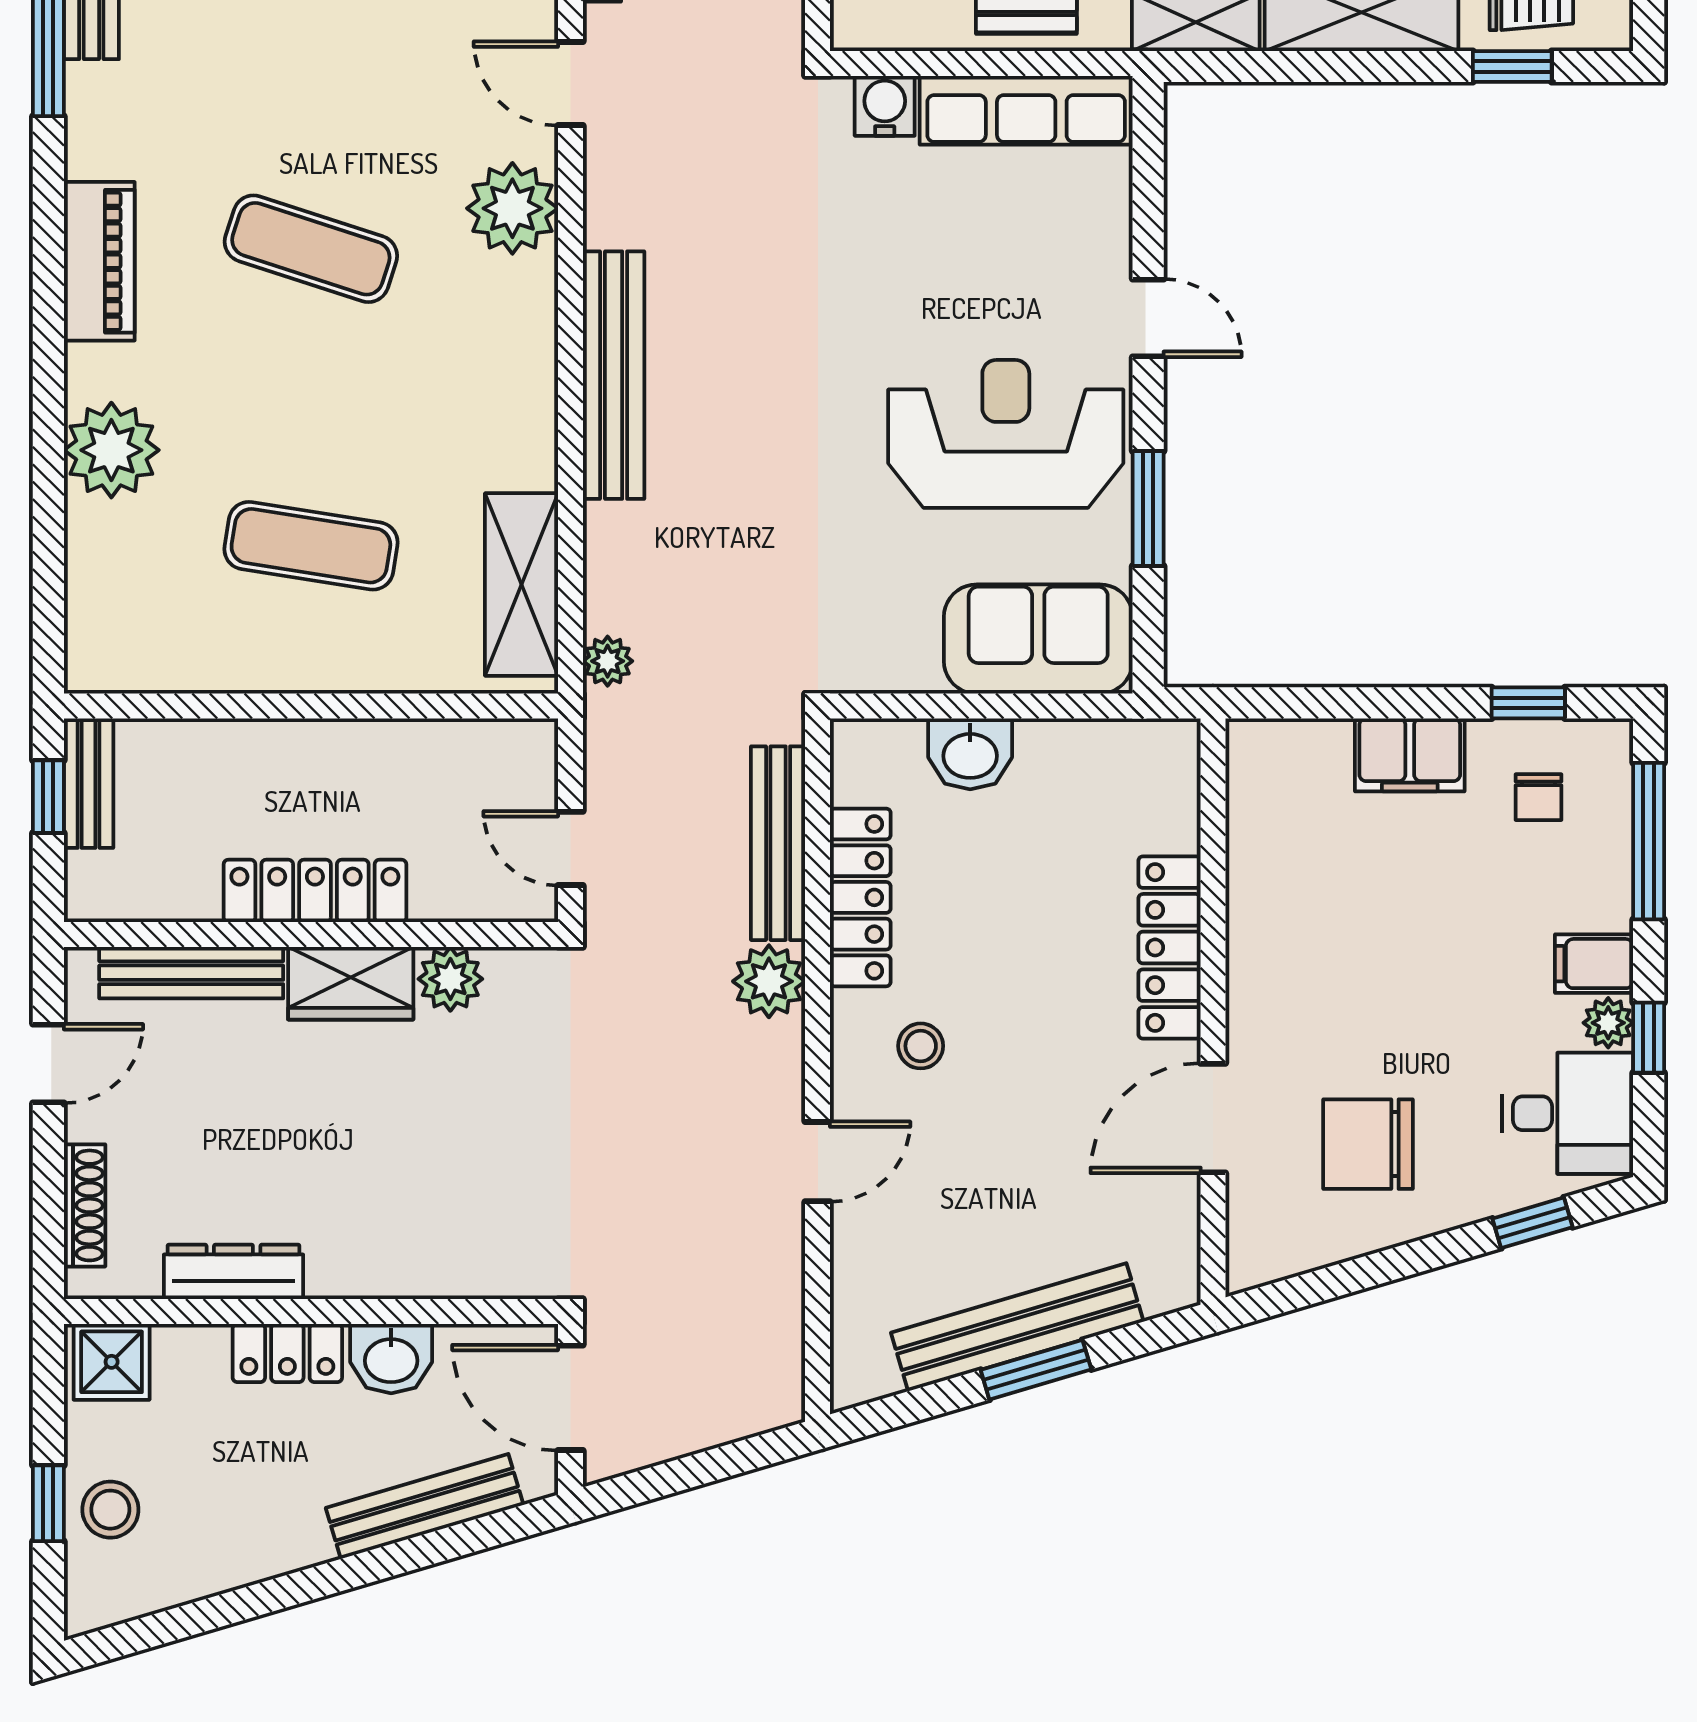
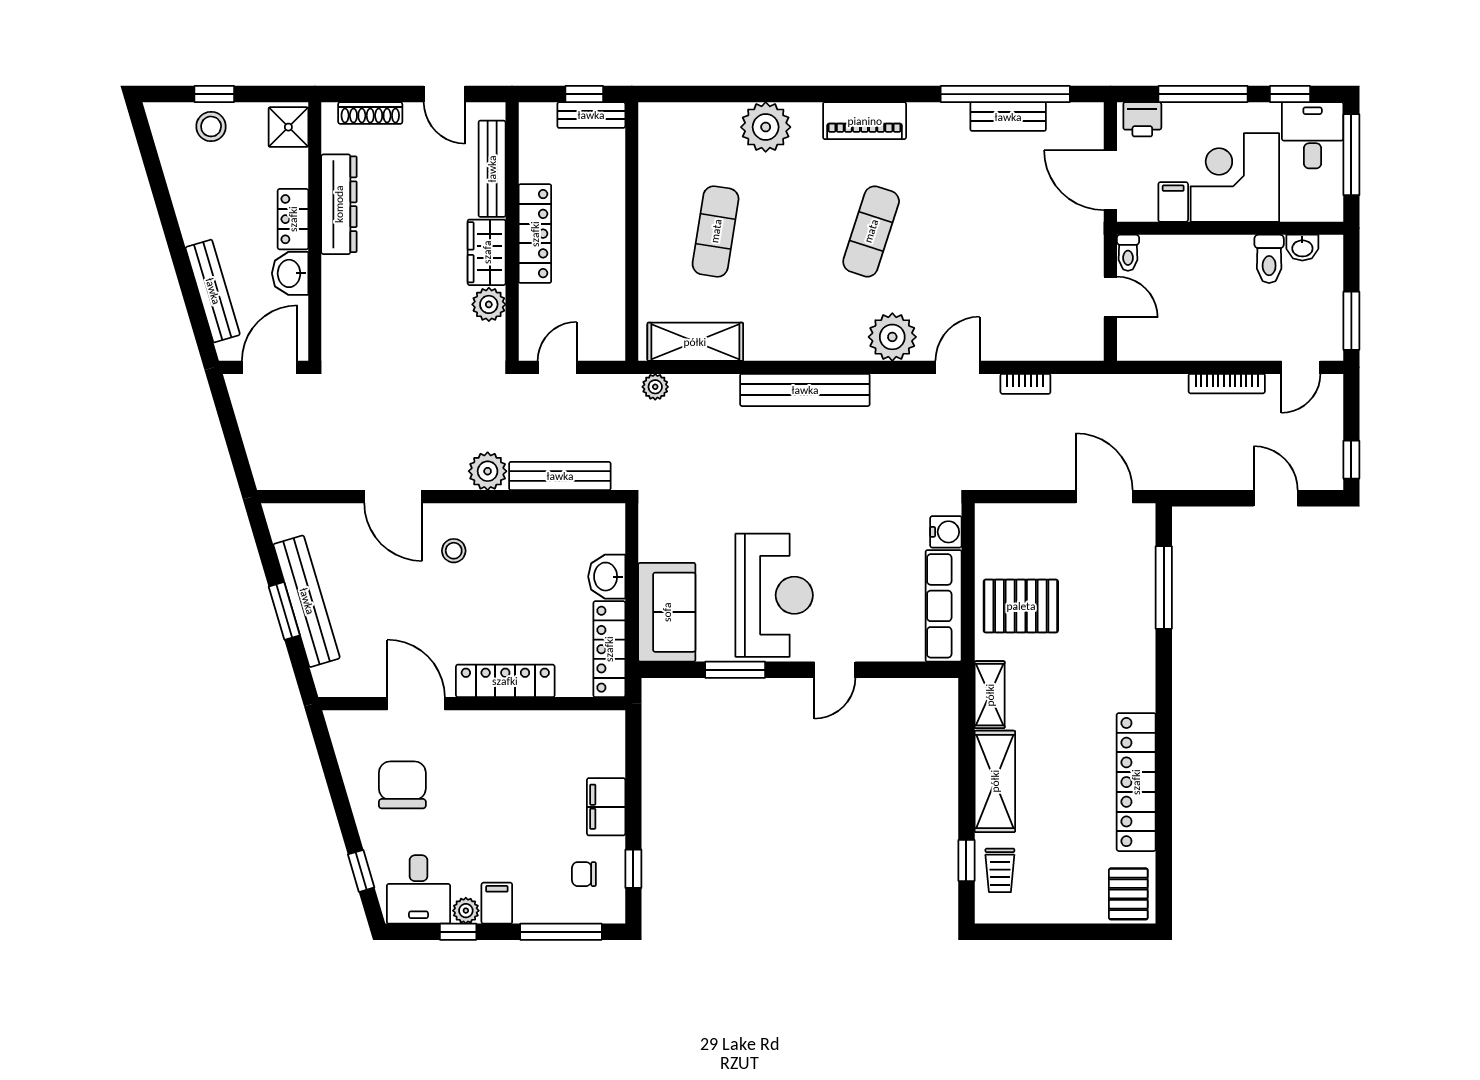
locker: (860, 897) -> (609, 649), moved, turned 90
door: (818, 1162) -> (393, 497), width x1.38
dresser: (233, 1272) -> (339, 204), width x1.37, depth x1.24

